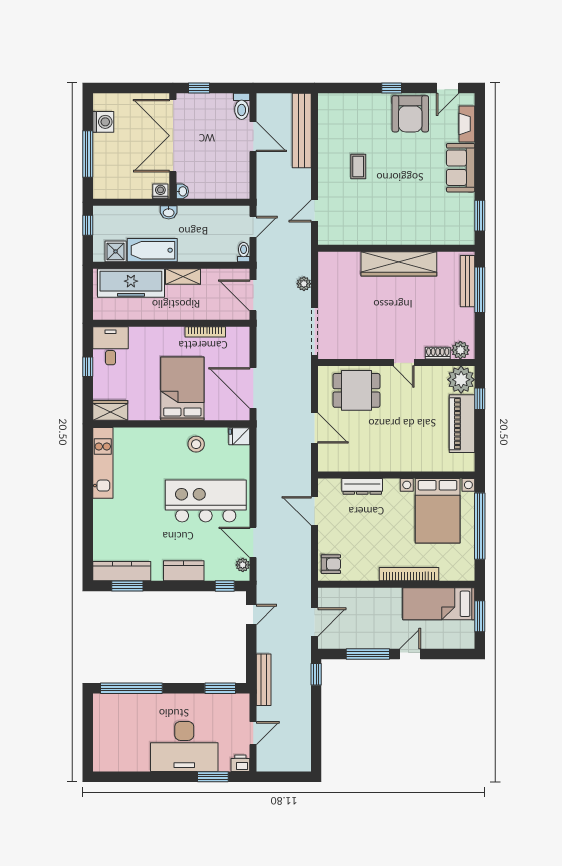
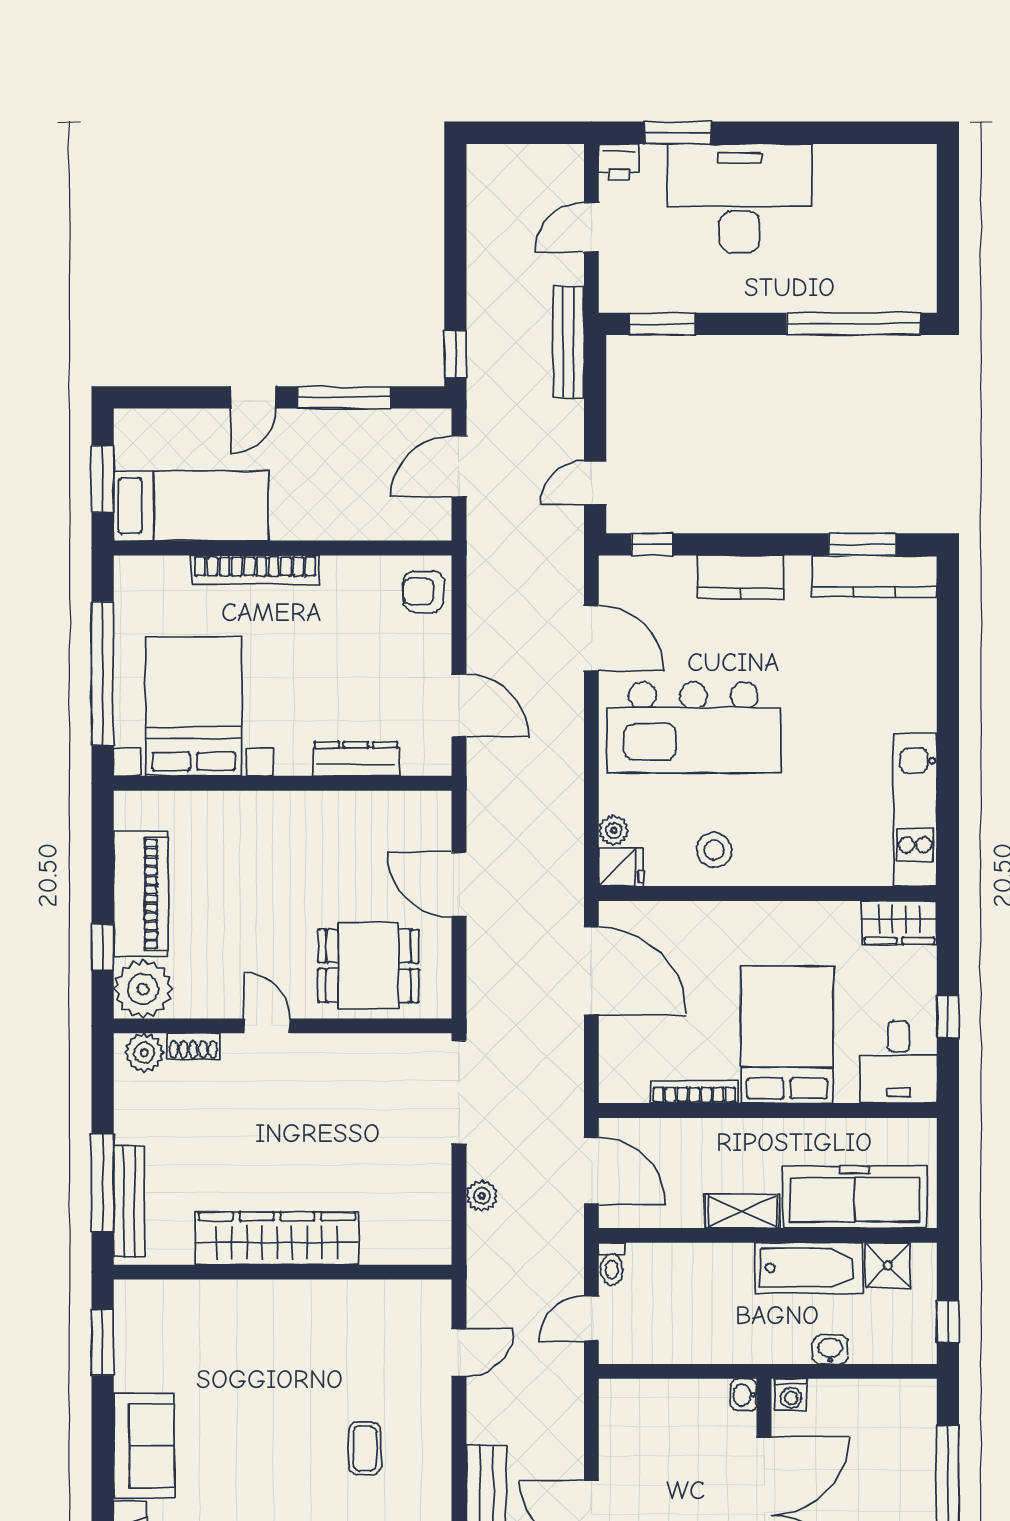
washbasin: (169, 212) -> (830, 1350), moved
bed: (182, 389) -> (787, 1035), moved, turned 180
plant: (243, 565) -> (614, 830), moved

